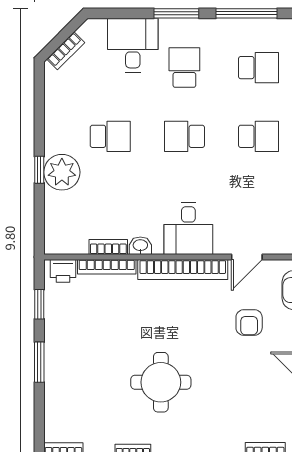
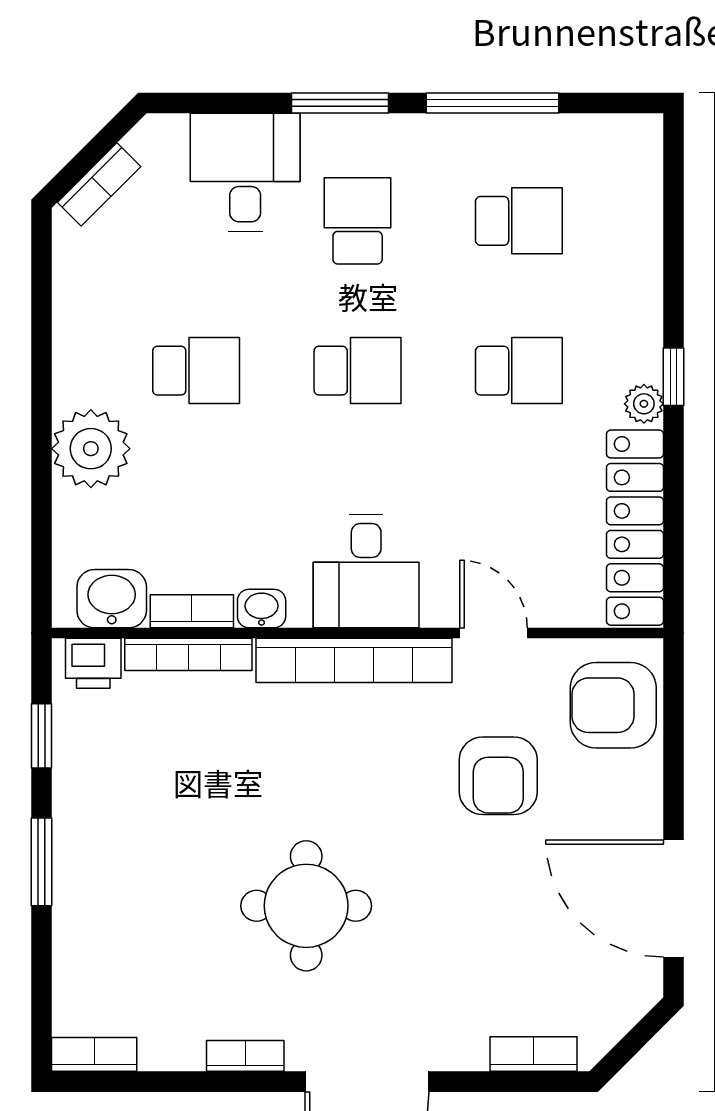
school desk: (184, 136) -> (358, 371), turned 180
window: (39, 170) -> (42, 443), removed
washbasin: (71, 241) -> (112, 599), added
door: (247, 257) -> (494, 633), swing flipped
armchair: (249, 323) -> (498, 776), width x1.38, depth x1.38

